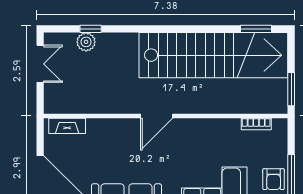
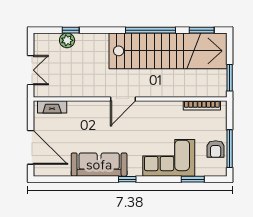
window: (191, 29) -> (150, 30), added
double door: (40, 64) -> (31, 70), moved
bookcase: (256, 124) -> (202, 105), width x1.56

